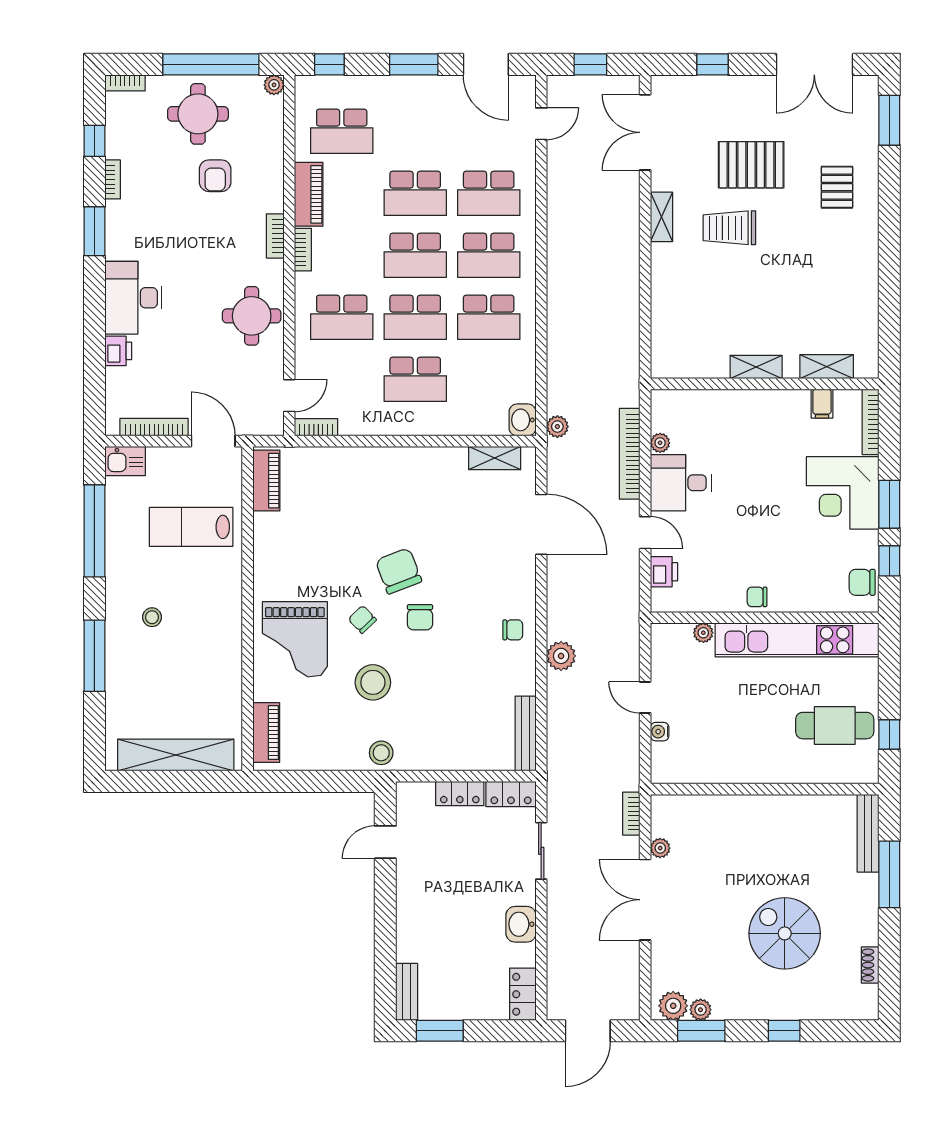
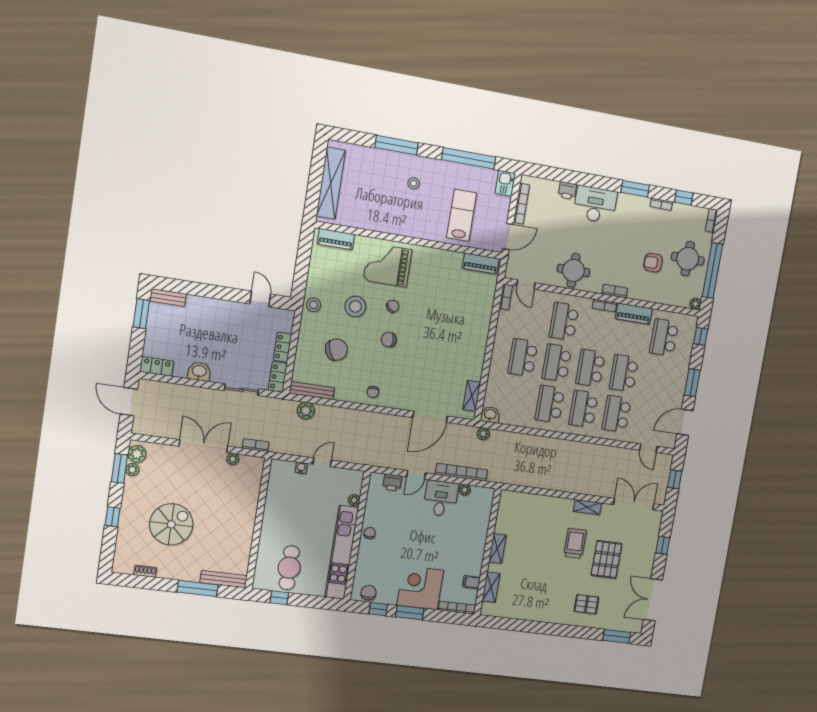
chair: (399, 571) -> (336, 350), moved
plant: (561, 656) -> (306, 411), moved

